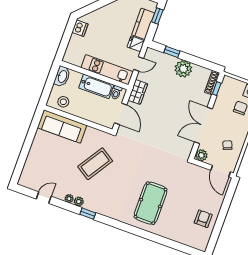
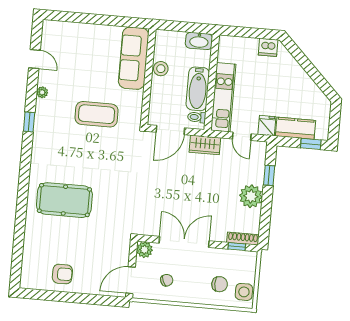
stool: (63, 102) -> (161, 69), moved
coffee table: (95, 164) -> (97, 114), turned -33
plant: (79, 201) -> (42, 106), removed

